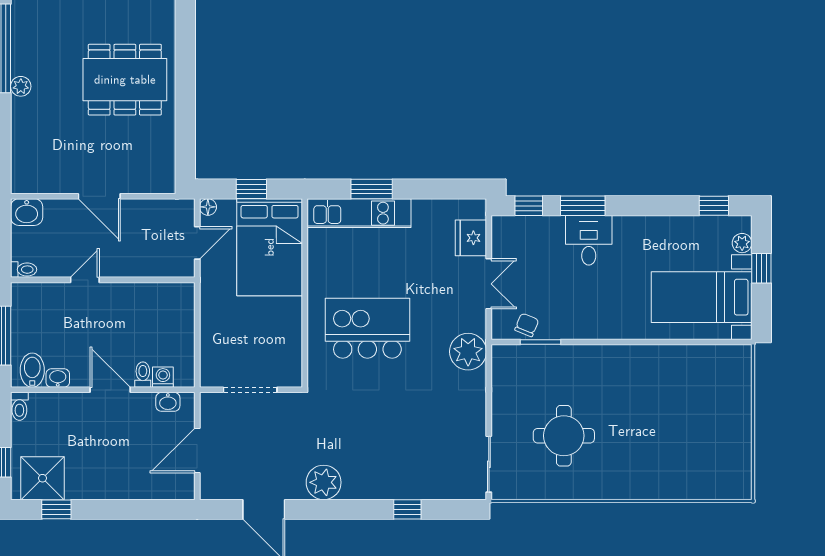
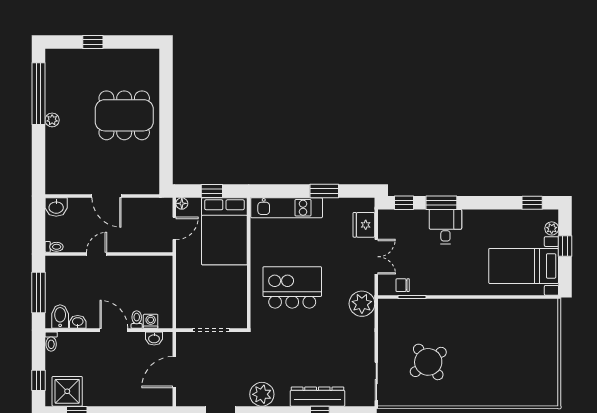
window: (372, 189) -> (324, 191), moved
chair: (527, 325) -> (403, 285), turned -112
round table: (564, 436) -> (428, 362), turned -37
dresser: (404, 486) -> (317, 397), added

